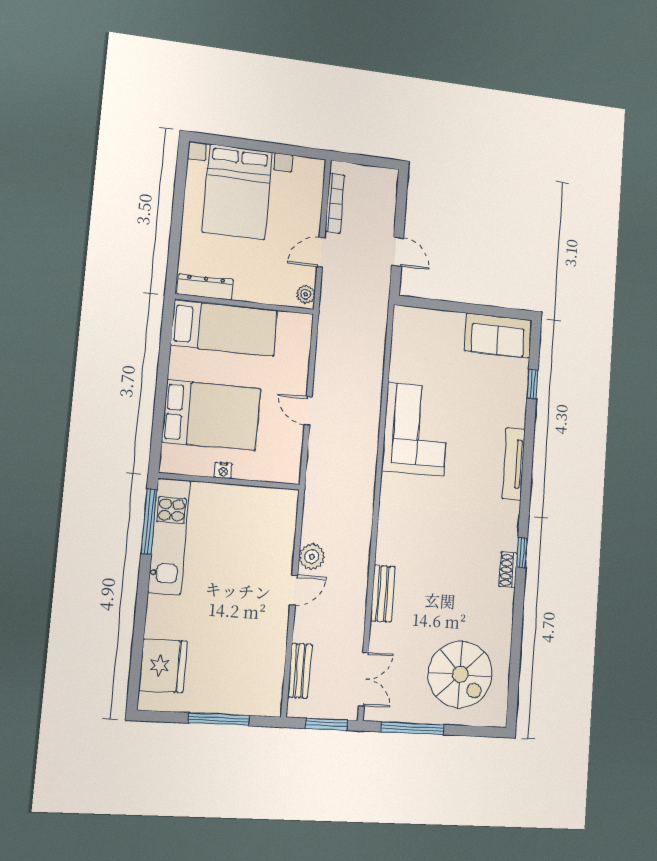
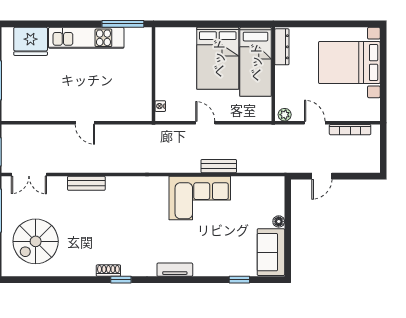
floor lamp: (456, 320) -> (279, 221), added
door: (308, 411) -> (205, 123), hinge flipped
bed: (211, 415) -> (218, 58), moved
tv unit: (514, 464) -> (175, 270), width x0.71
nightstand: (223, 471) -> (160, 106), moved
kitchen unit: (169, 536) -> (86, 38), moved
plant: (312, 557) -> (108, 133), removed
bench: (300, 671) -> (219, 166), moved

